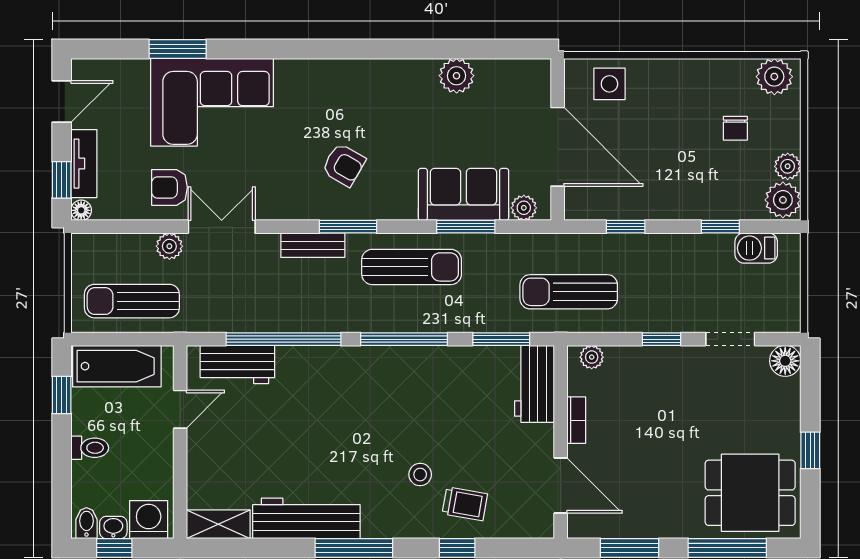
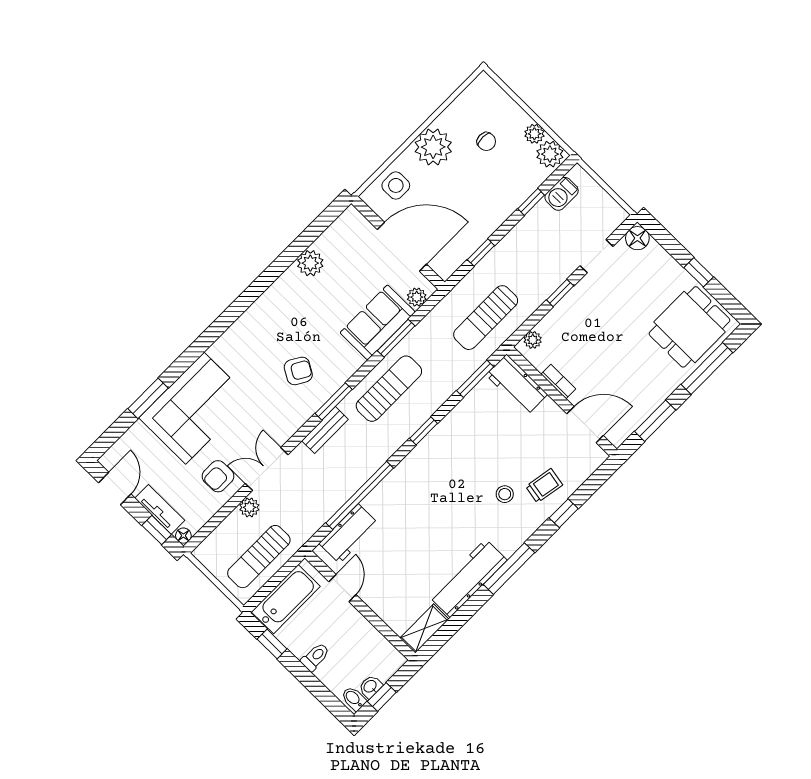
plant: (774, 77) -> (433, 147), moved, width x1.36, depth x1.36
window: (404, 339) -> (424, 431), width x0.46
washing machine: (149, 520) -> (385, 663), removed

